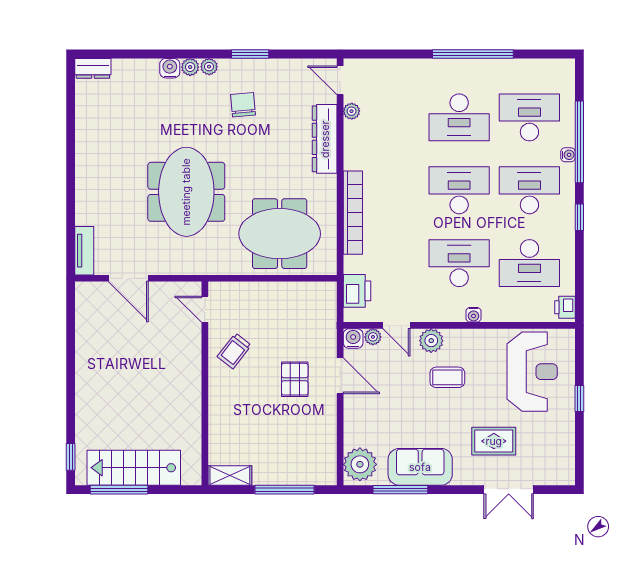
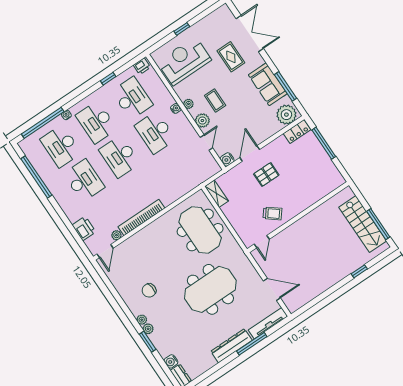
window: (250, 54) -> (148, 342), moved
window: (473, 54) -> (36, 177), moved
water cooler: (170, 68) -> (171, 361), moved
dresser: (325, 139) -> (231, 346), moved, turned 180
window: (579, 142) -> (43, 123), moved
window: (71, 198) -> (252, 344), added
bookcase: (353, 213) -> (141, 218), moved
window: (579, 217) -> (108, 79), moved
tv unit: (84, 251) -> (268, 323), width x1.41
door: (128, 278) -> (272, 289), hinge flipped
printer: (357, 291) -> (84, 228), moved, turned 90
plant: (373, 337) -> (188, 104), moved
window: (71, 457) -> (359, 271), moved
locker: (326, 463) -> (297, 132), added
shelving: (230, 476) -> (217, 194), moved
double door: (509, 490) -> (250, 33), width x1.37

